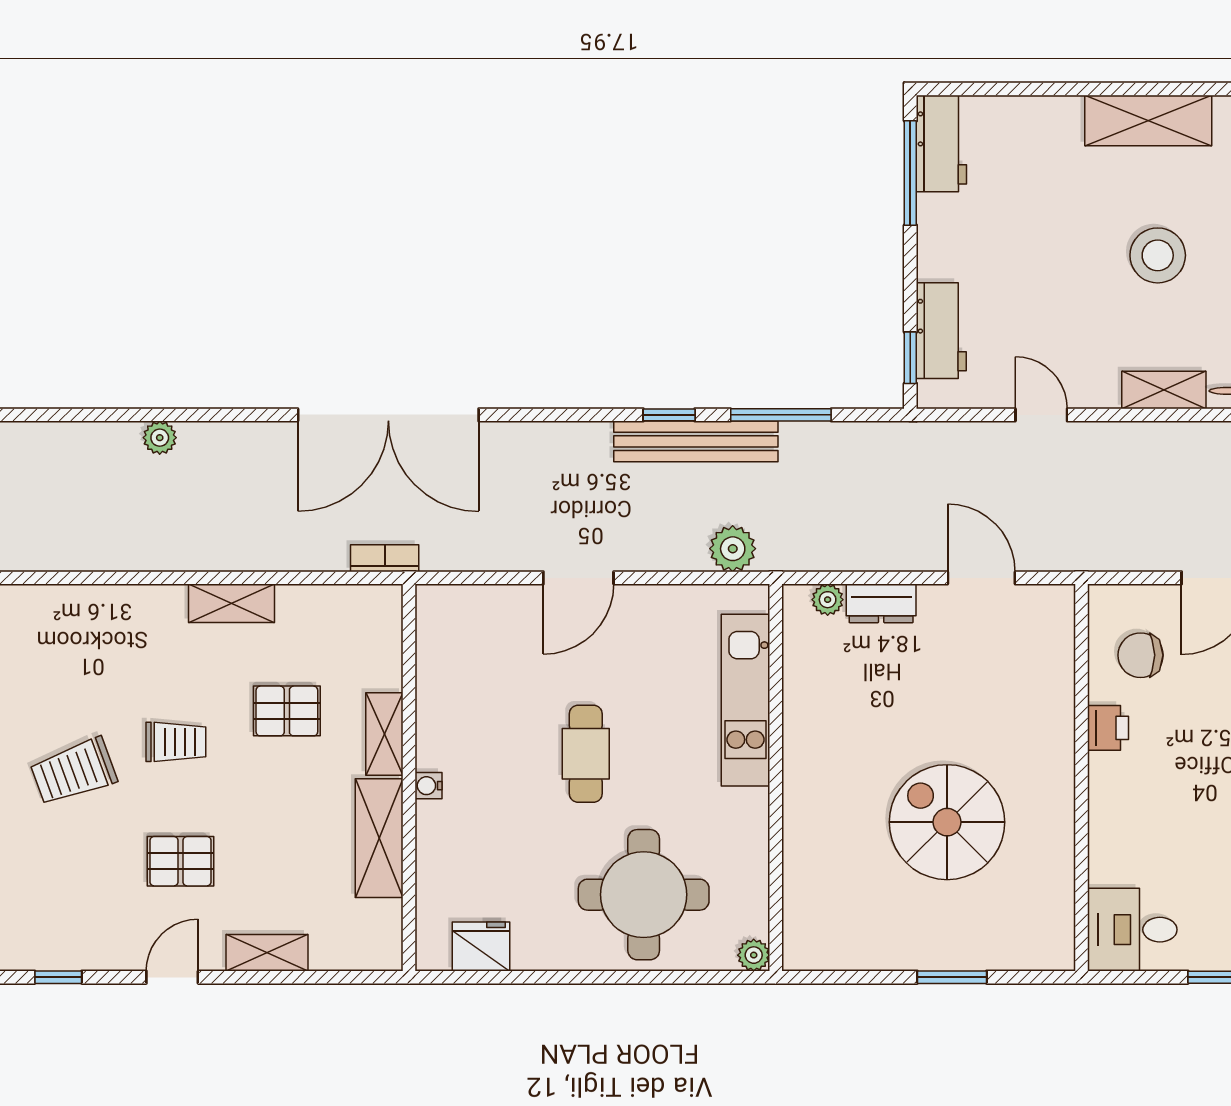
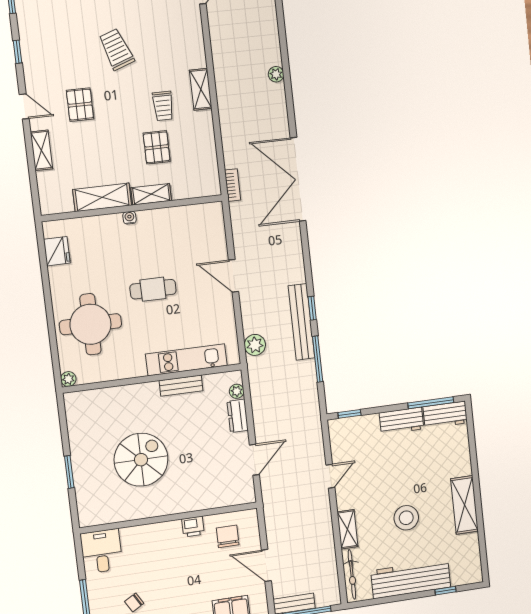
workbench: (941, 331) -> (402, 421), moved
shelving: (231, 603) -> (201, 89), moved
bench: (799, 718) -> (181, 386), added
trolley: (176, 742) -> (163, 106), moved

